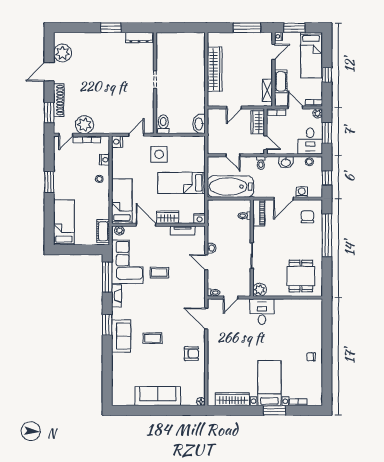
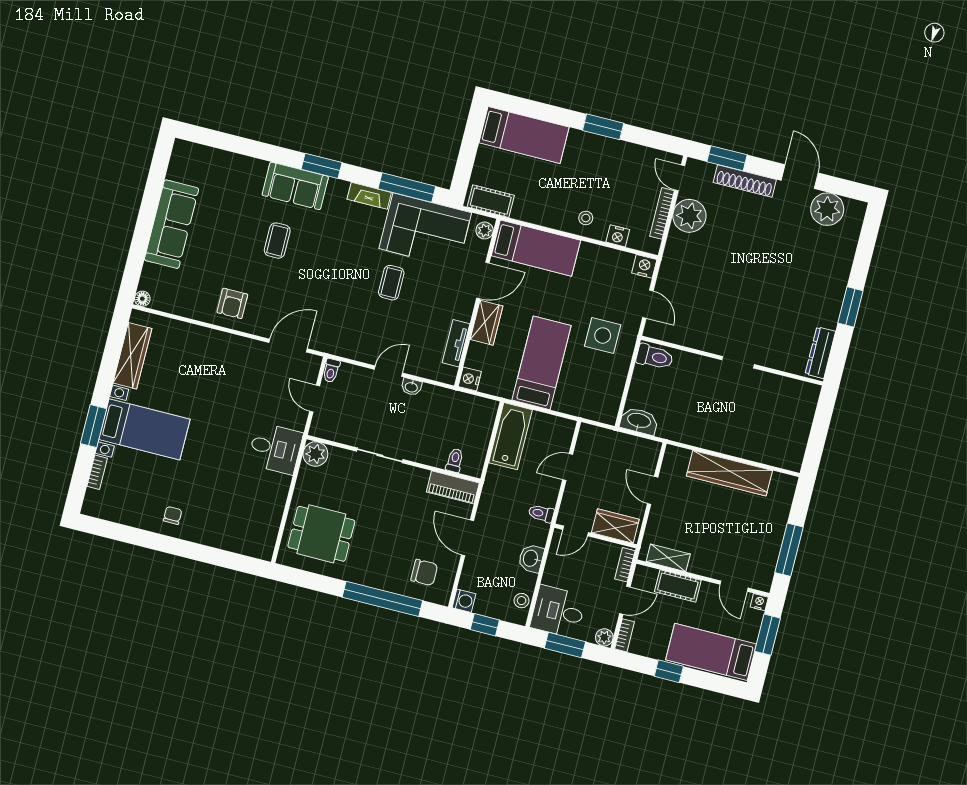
bathtub: (230, 187) -> (511, 436), width x0.73, depth x0.73
washing machine: (302, 192) -> (464, 601), moved

